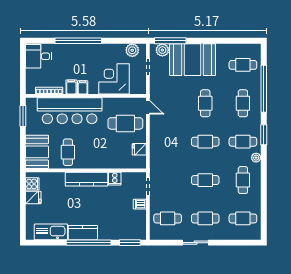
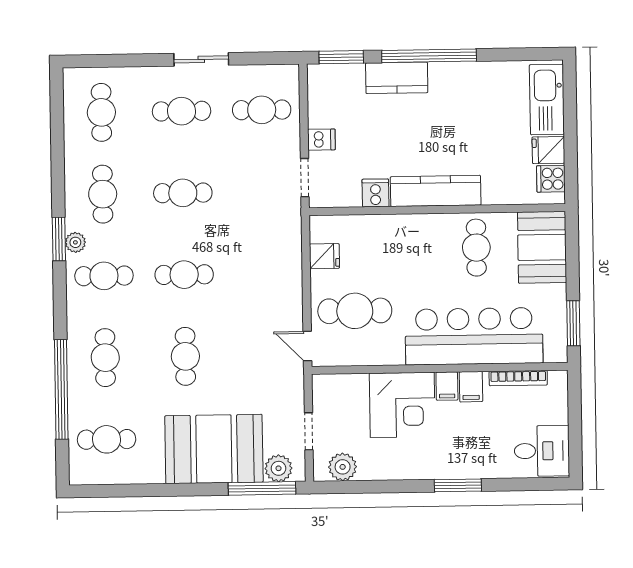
window: (78, 41) -> (458, 485), width x0.47
corner desk: (114, 79) -> (402, 405), moved
window: (264, 135) -> (59, 239), moved
cafe table: (243, 218) -> (101, 112), turned 90
kitchen sink: (51, 232) -> (547, 99), moved, turned 90
kitchen counter: (83, 233) -> (397, 78), moved

